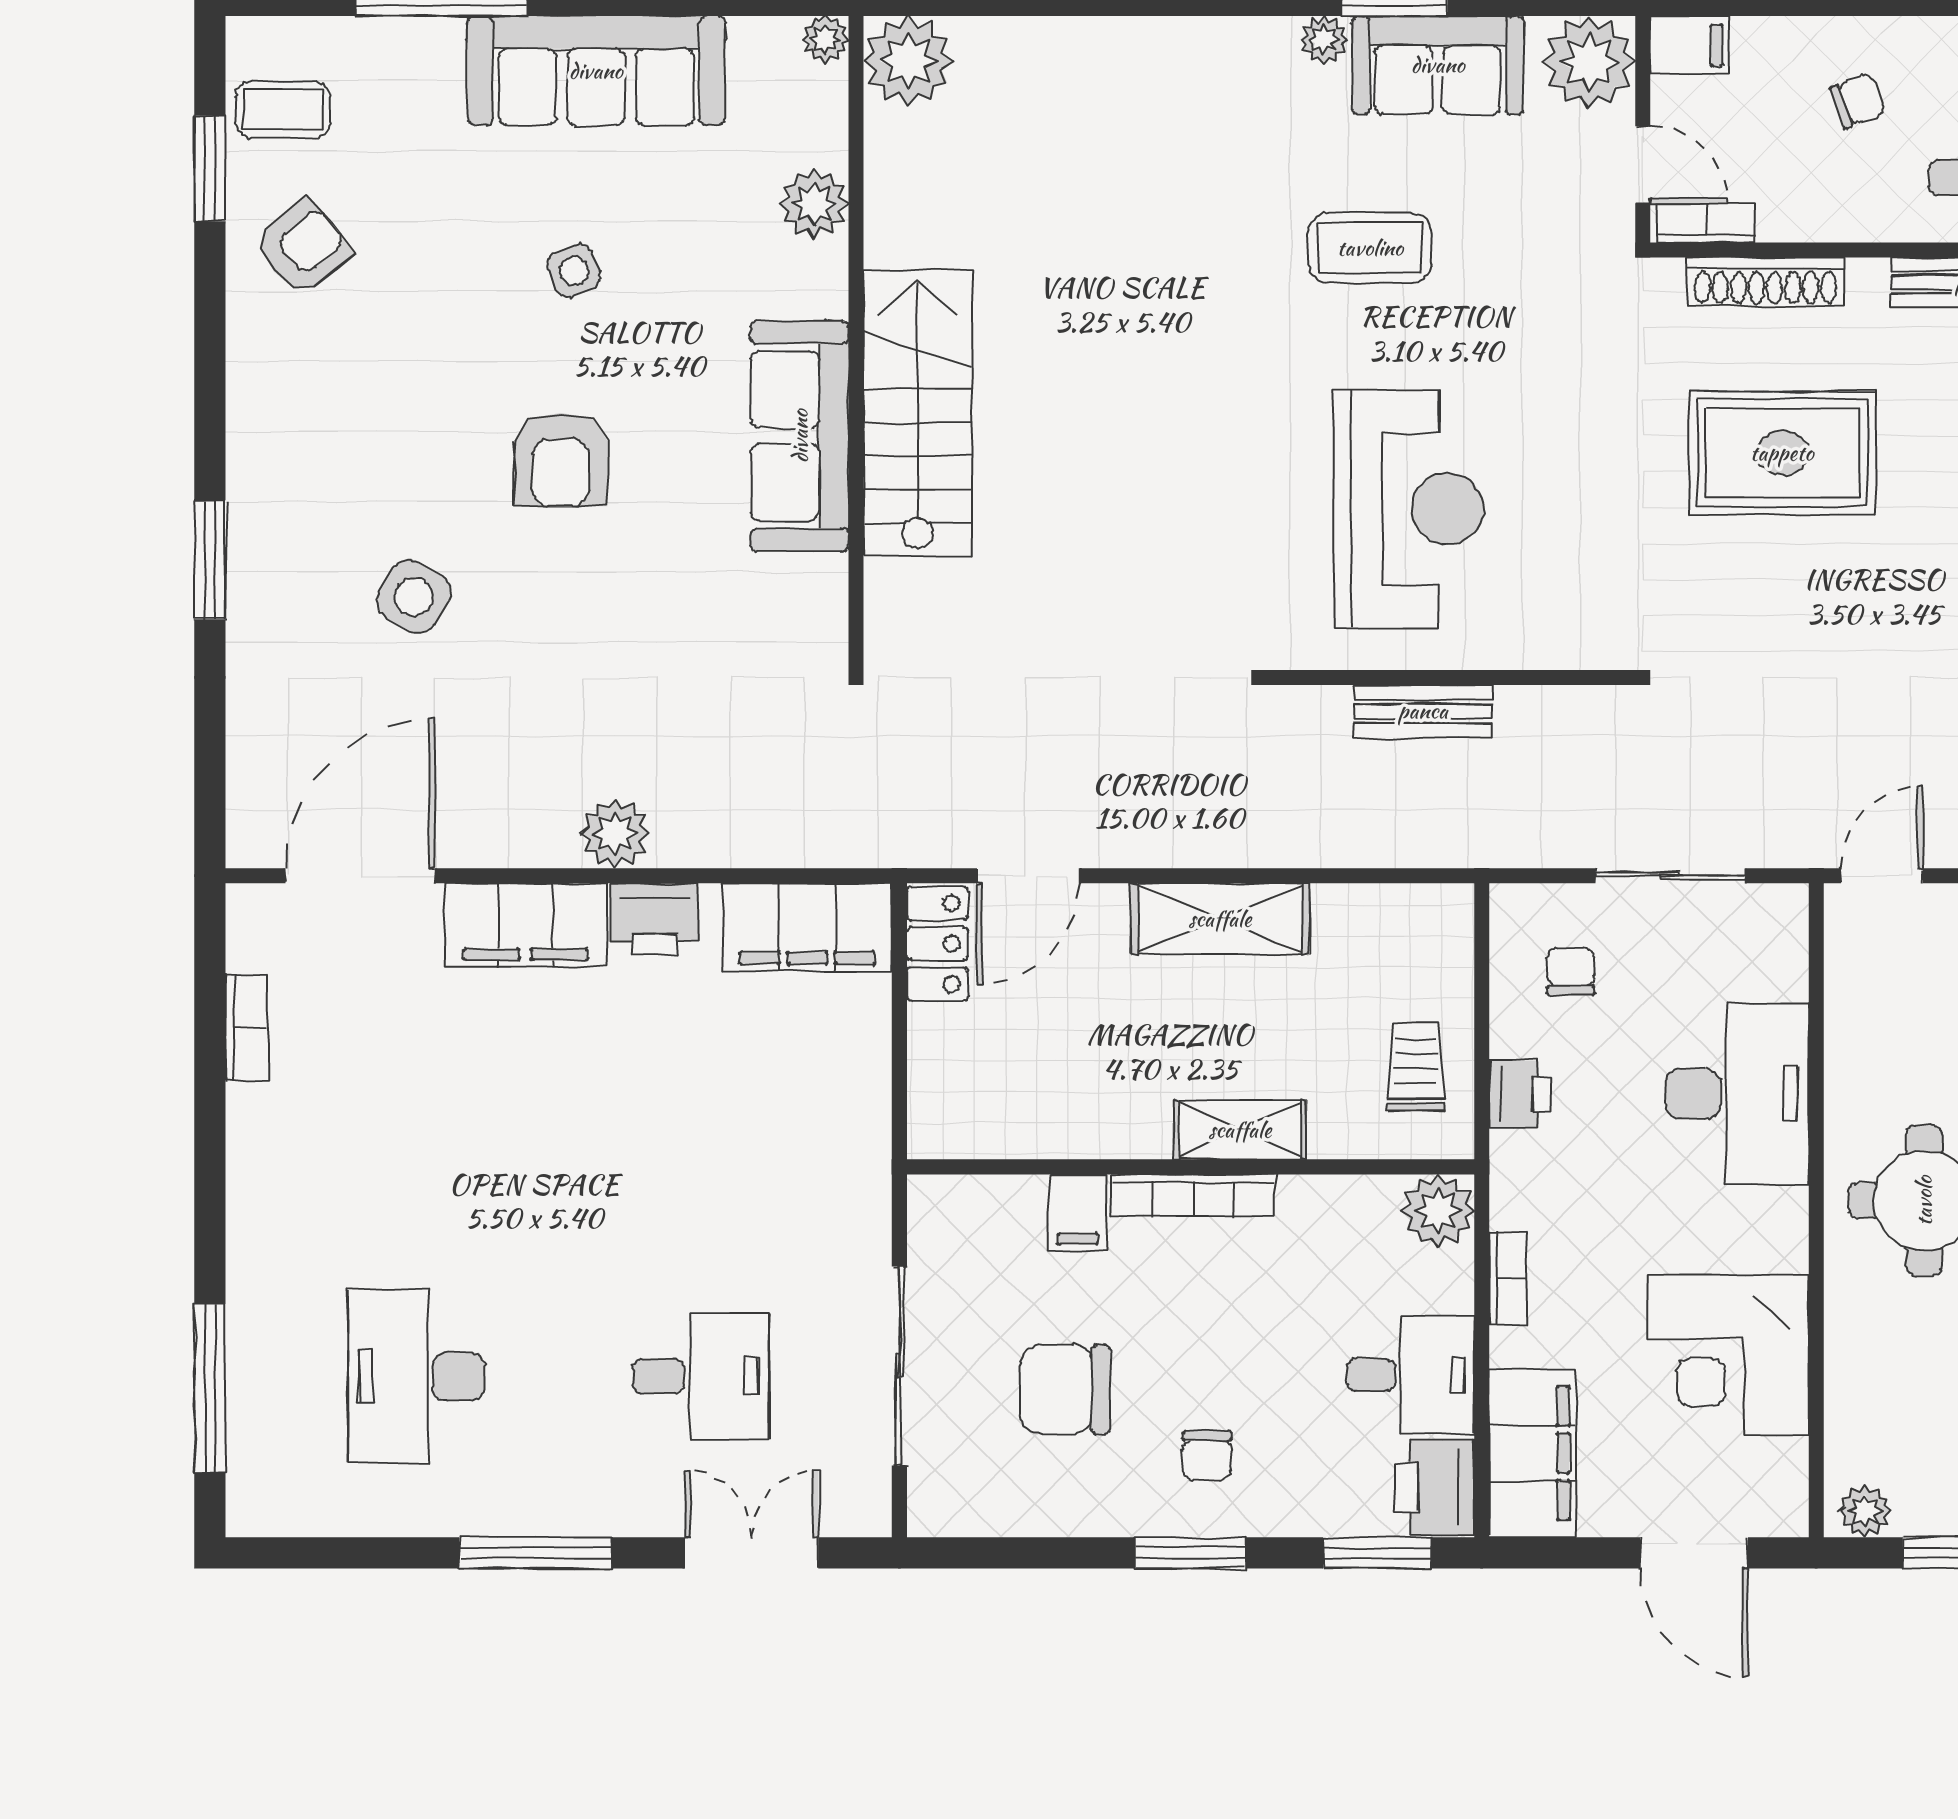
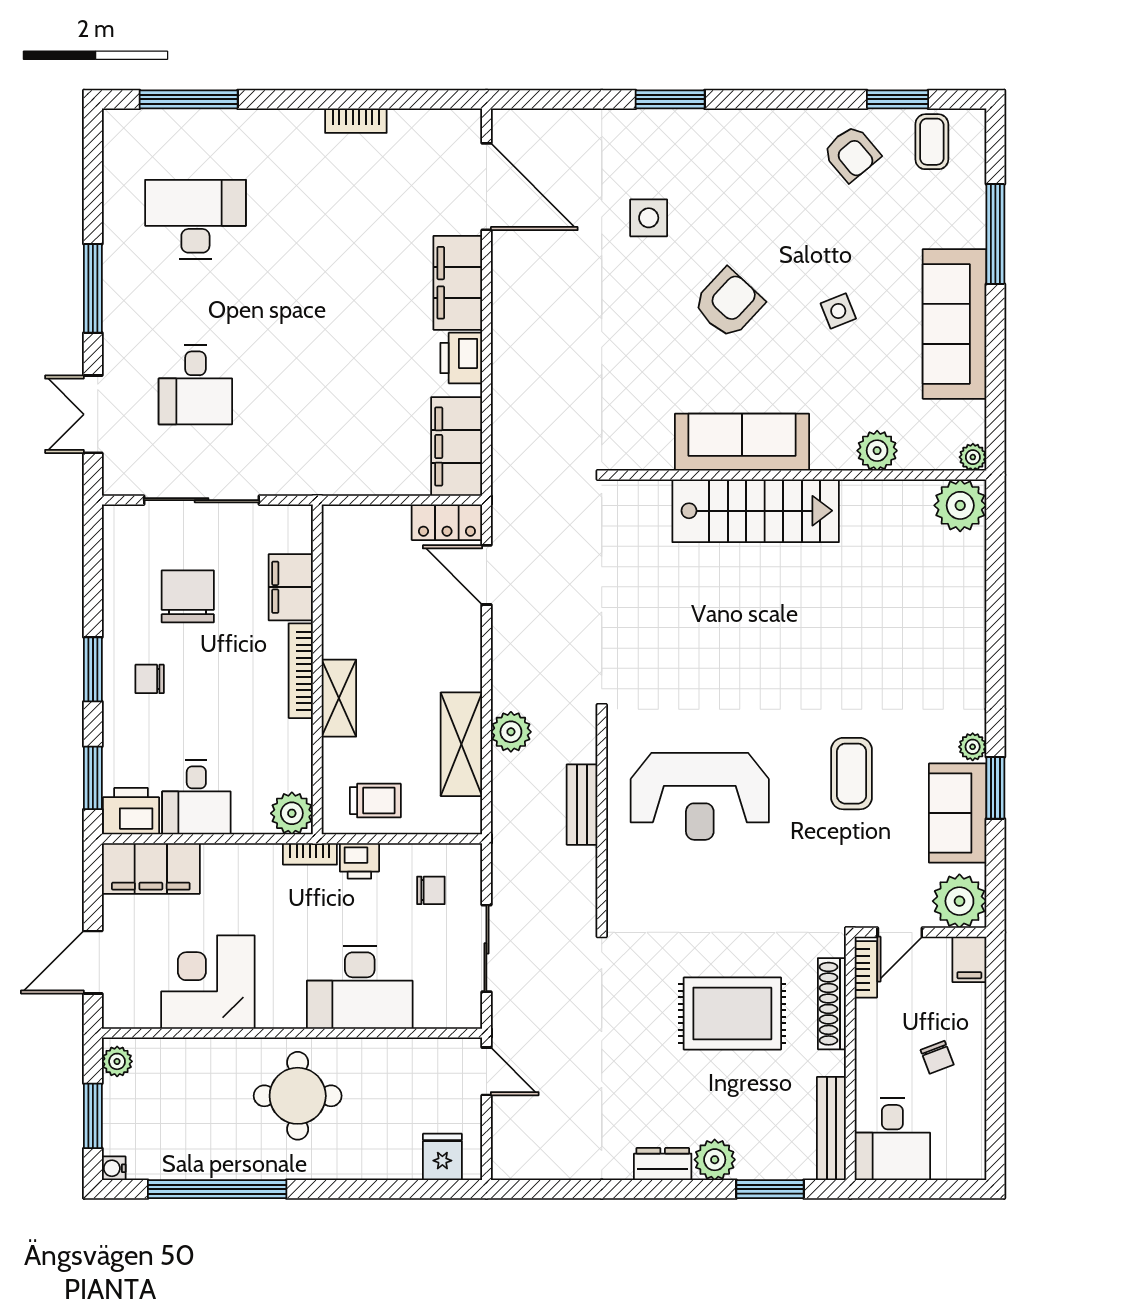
rug: (1782, 453) -> (732, 1014), turned 90
armchair: (561, 460) -> (728, 303), turned 133
side table: (414, 597) -> (649, 218), turned -30
plant: (615, 834) -> (511, 732), moved
shelving: (1220, 919) -> (461, 744), moved
bookcase: (247, 1027) -> (356, 121), moved
filing cabinet: (1078, 1212) -> (291, 587), width x2.00
bookcase: (1508, 1278) -> (310, 854), moved
double door: (752, 1553) -> (93, 414), swing flipped

